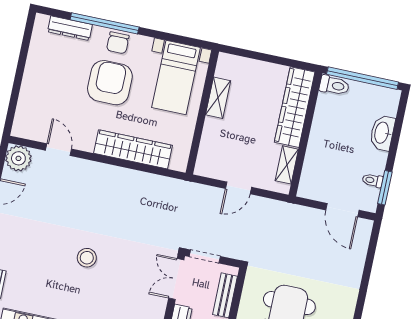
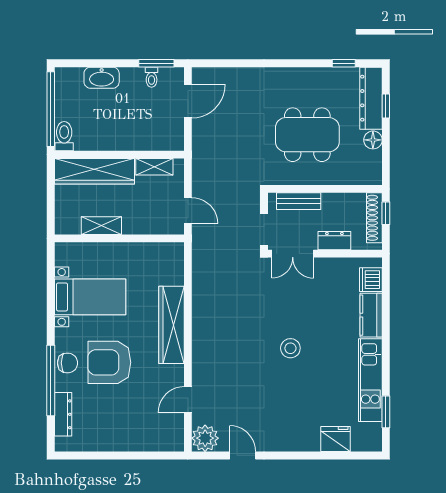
shelving: (218, 98) -> (101, 226), moved
wall: (202, 112) -> (119, 238), moved

